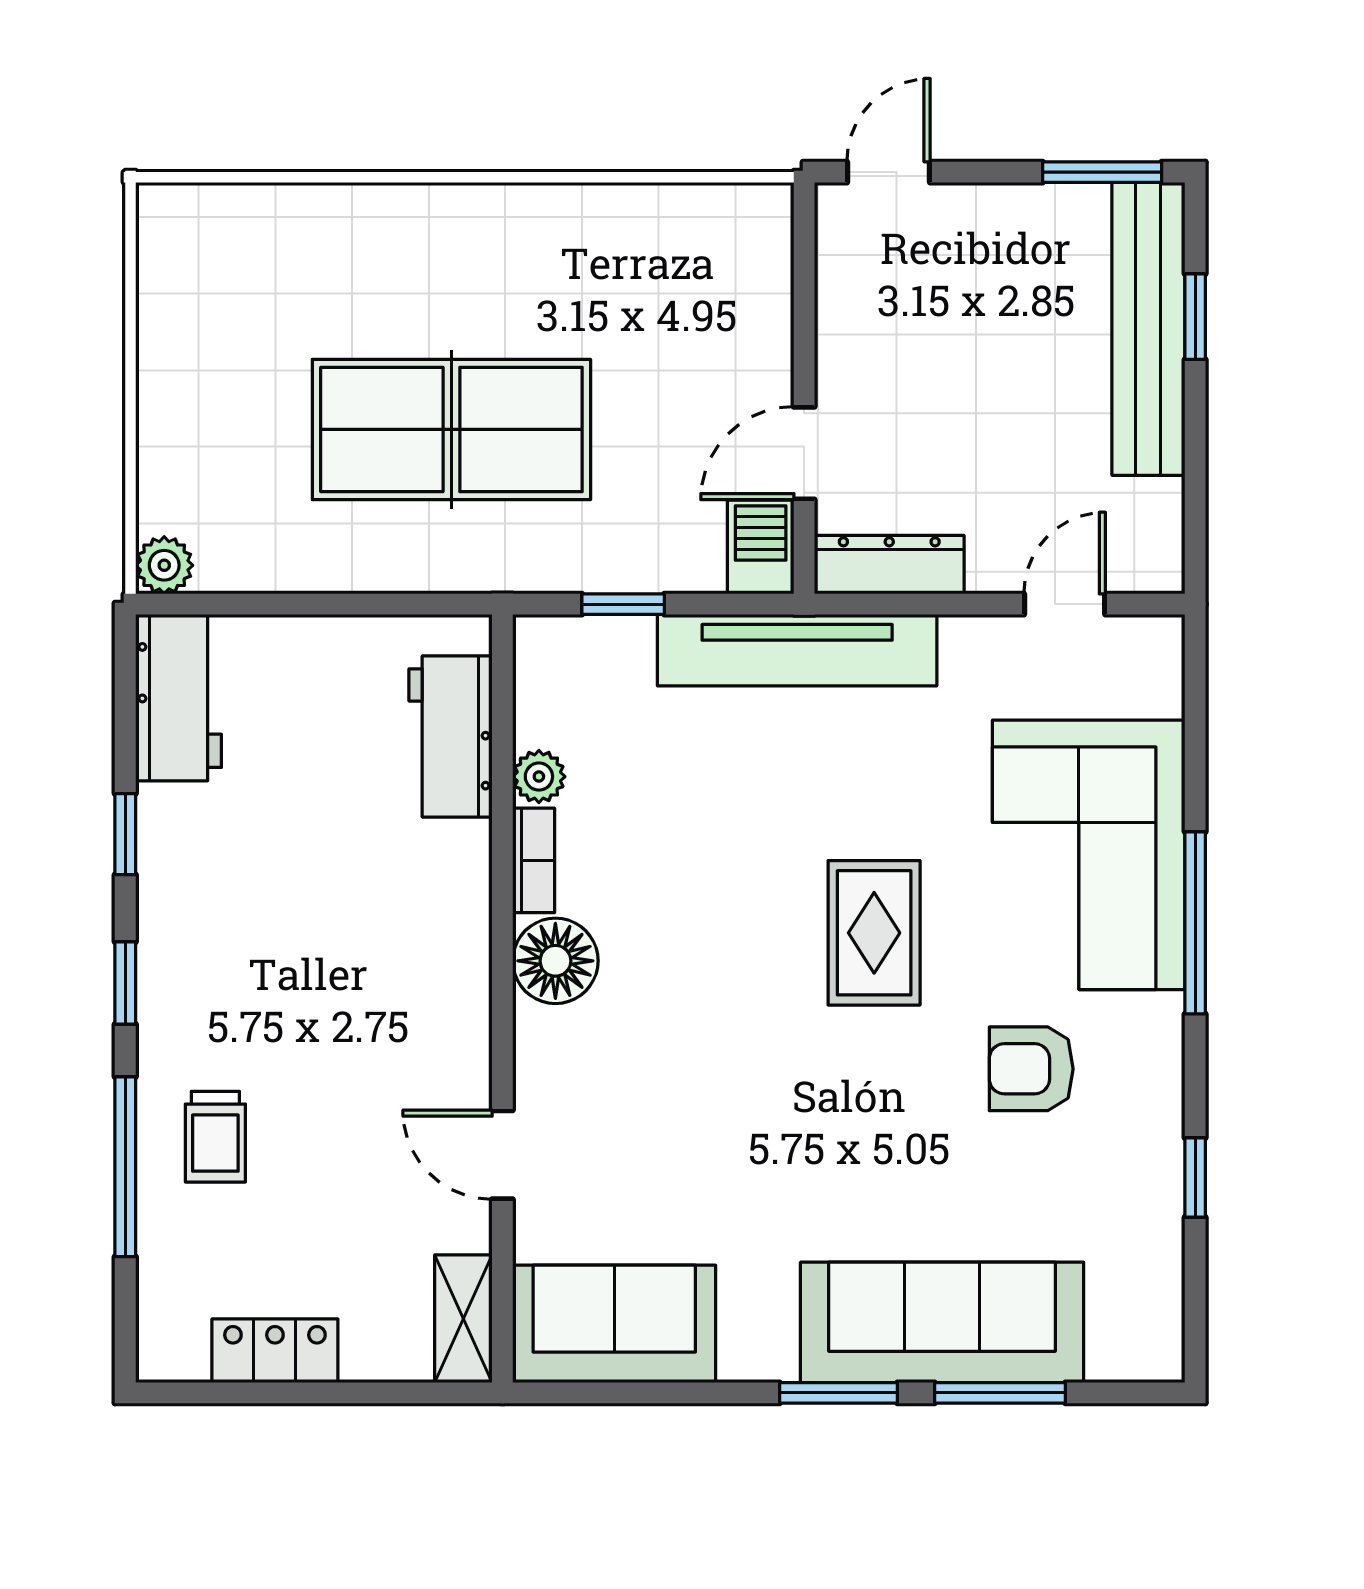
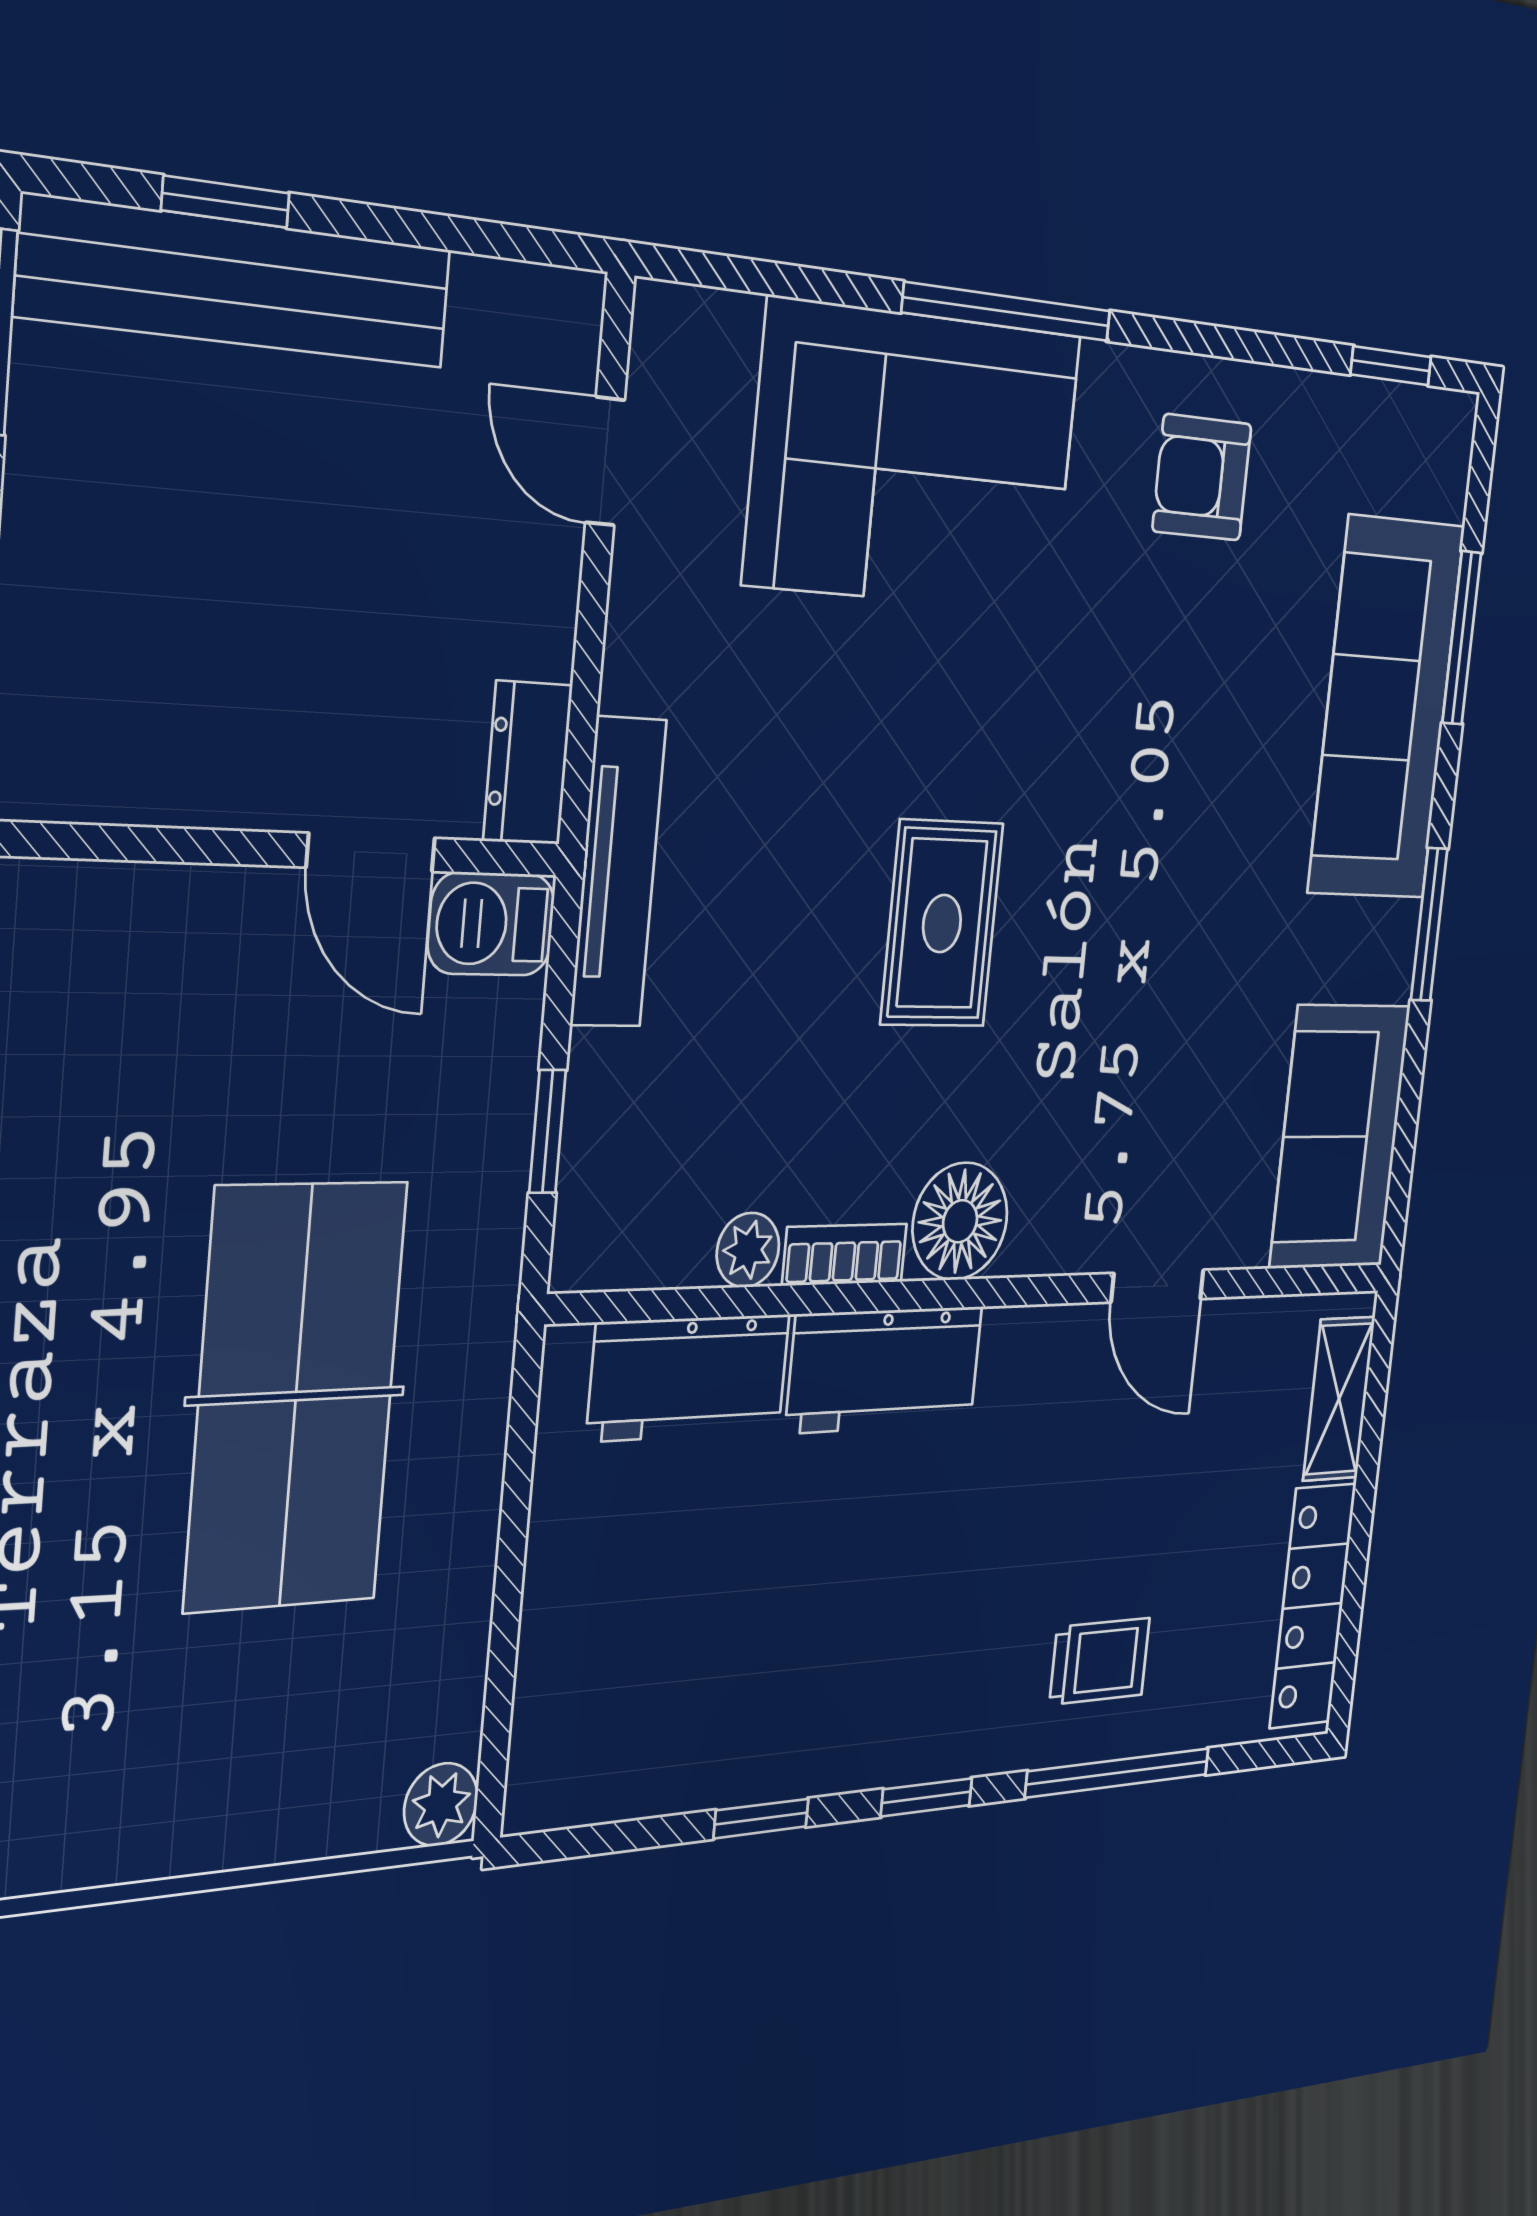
dresser: (889, 565) -> (528, 763), width x0.70
tv unit: (797, 650) -> (618, 873), width x0.73, depth x0.78
workbench: (179, 698) -> (885, 1369), moved, turned 180
rug: (874, 933) -> (942, 924), moved, turned 90
armchair: (1031, 1069) -> (1202, 477), moved, turned 90
door: (502, 1155) -> (1157, 1286), hinge flipped
window: (1195, 1178) -> (1391, 366), moved
shelving: (463, 1319) -> (1339, 1399), moved, turned 90
locker: (275, 1351) -> (1313, 1606), width x1.53
window: (838, 1393) -> (1429, 924), moved

